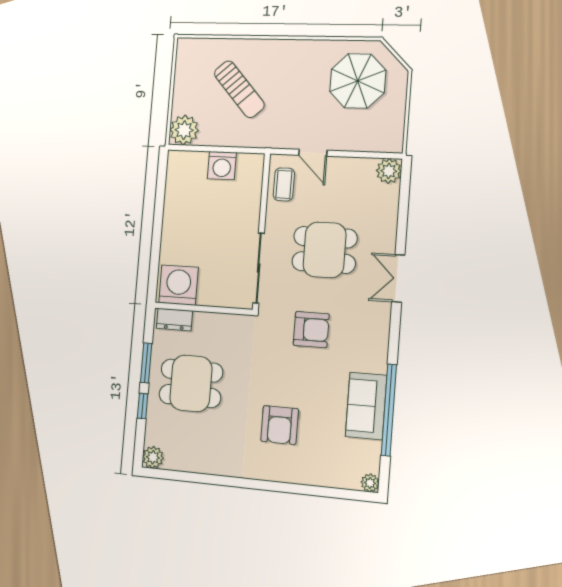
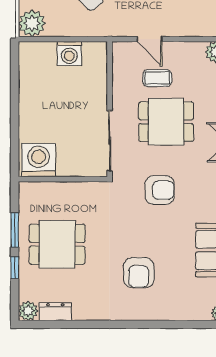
coffee table: (284, 184) -> (157, 78), moved, turned 90
dresser: (174, 319) -> (55, 312), moved, turned 180

